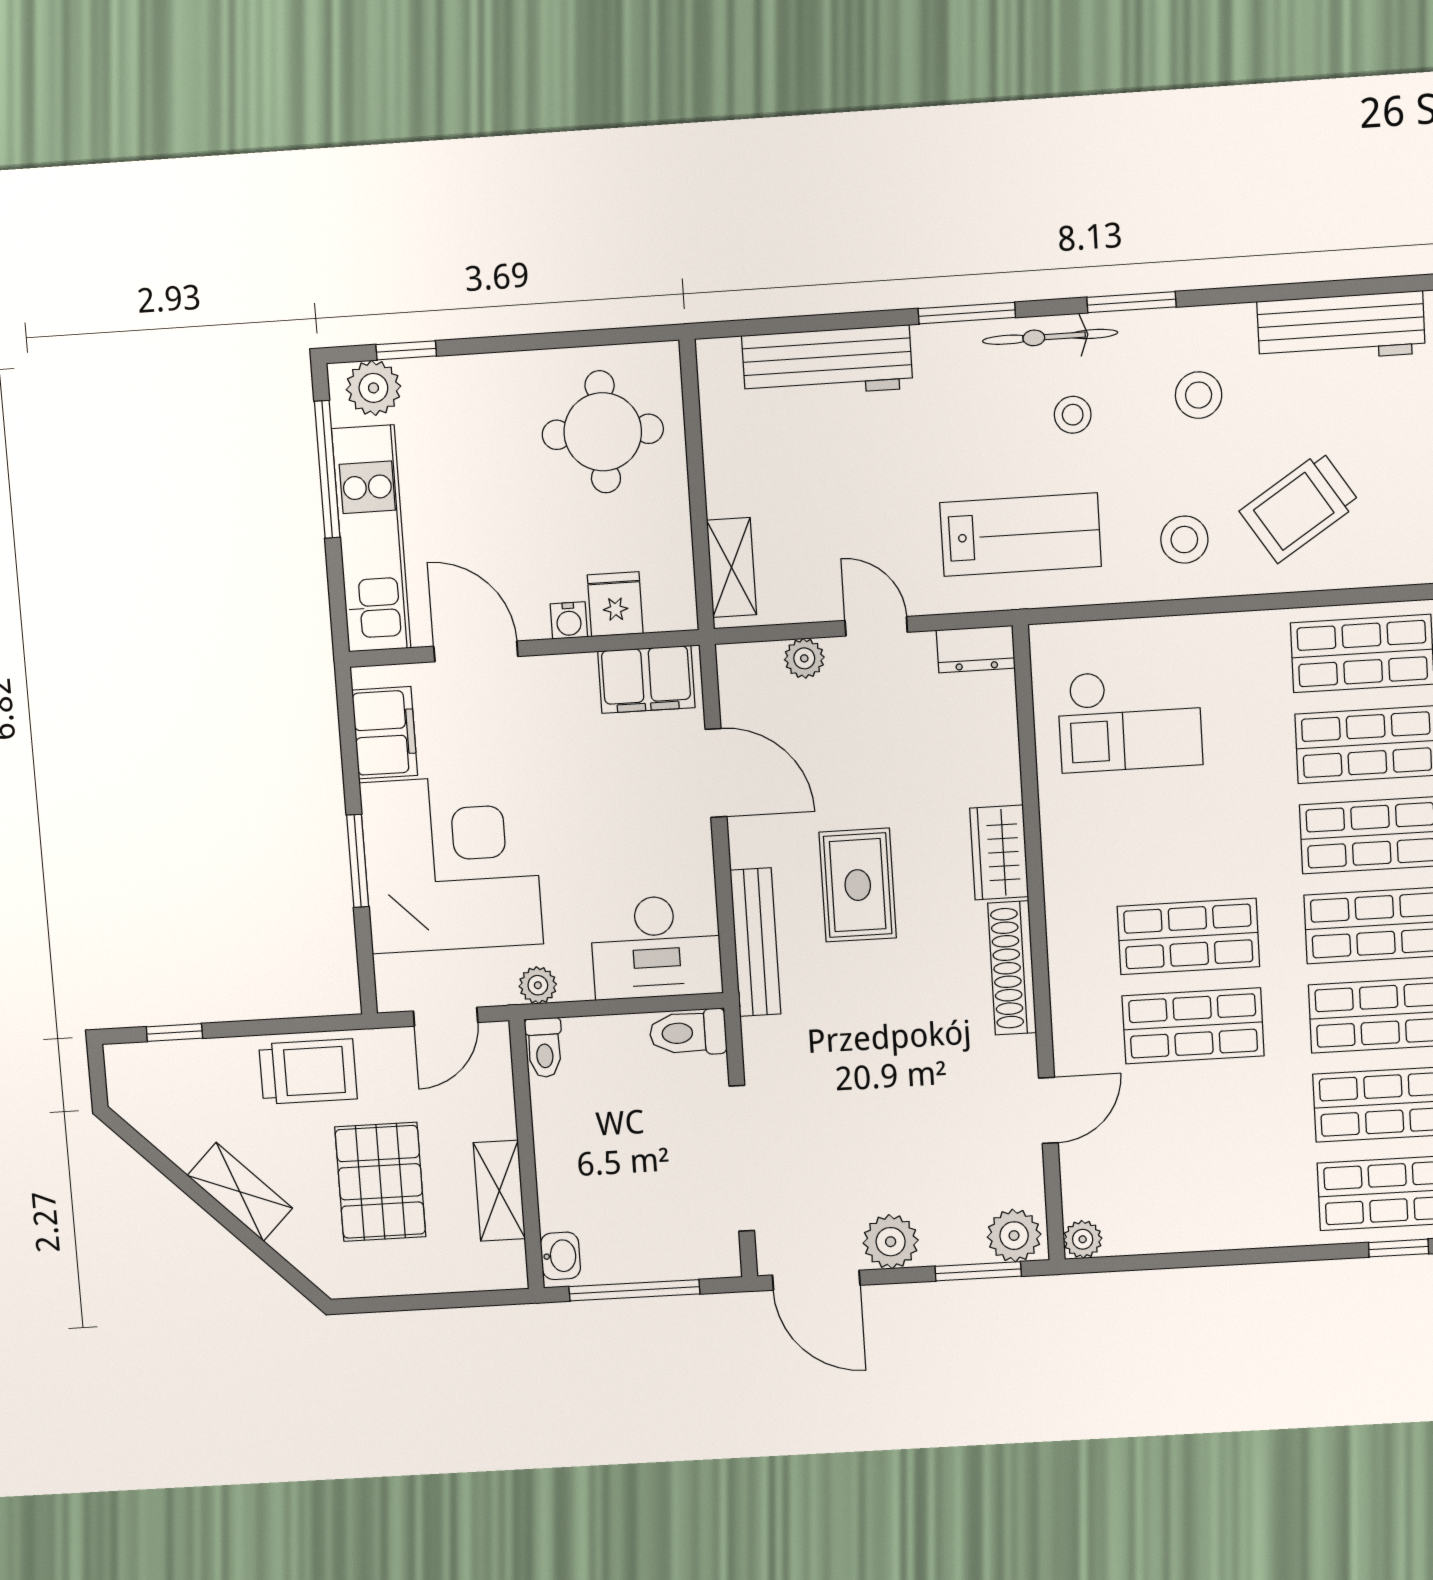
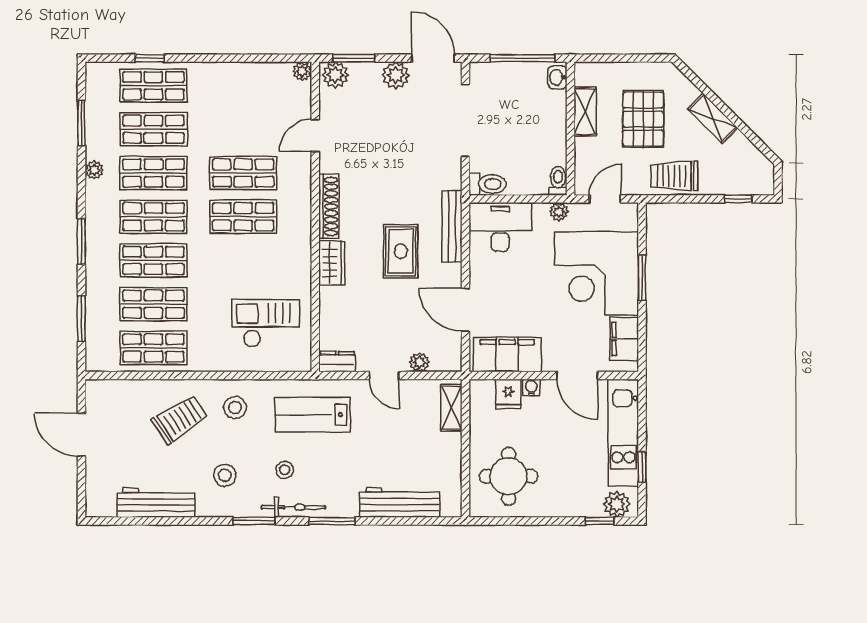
window: (327, 469) -> (642, 467), width x0.46
filing cabinet: (646, 679) -> (507, 354), width x1.50, depth x1.17

